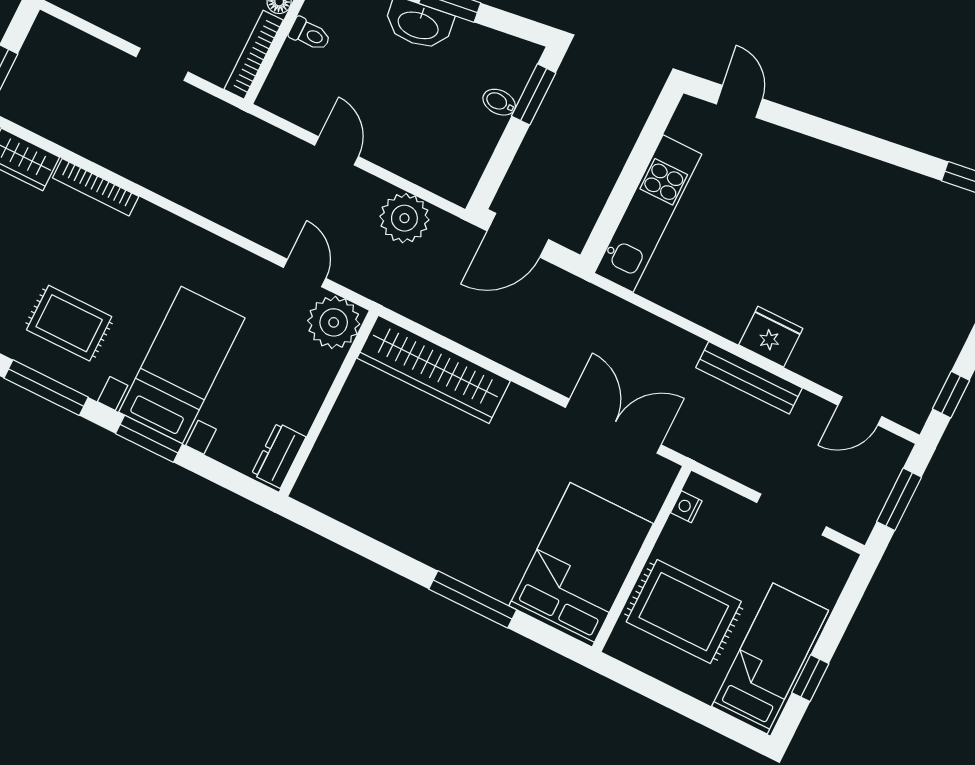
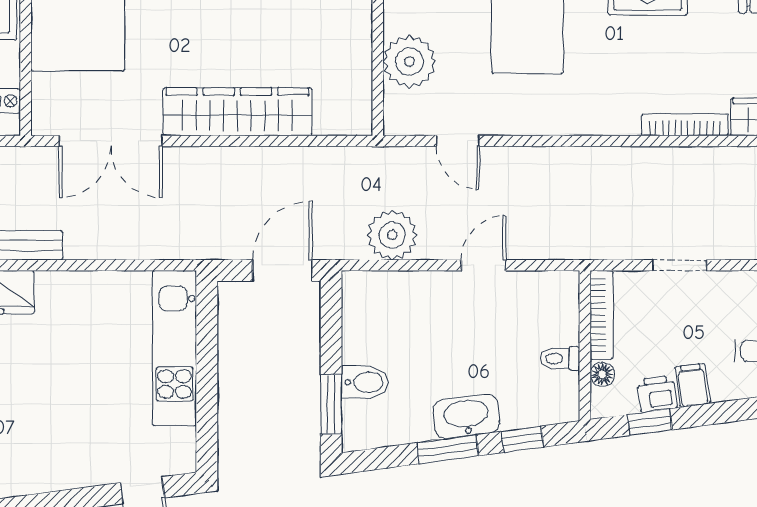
bidet: (499, 102) -> (365, 382), width x1.38, depth x1.36
door: (336, 151) -> (484, 265), swing flipped
plant: (334, 322) -> (409, 62), moved
wardrobe: (434, 369) -> (237, 112), moved

